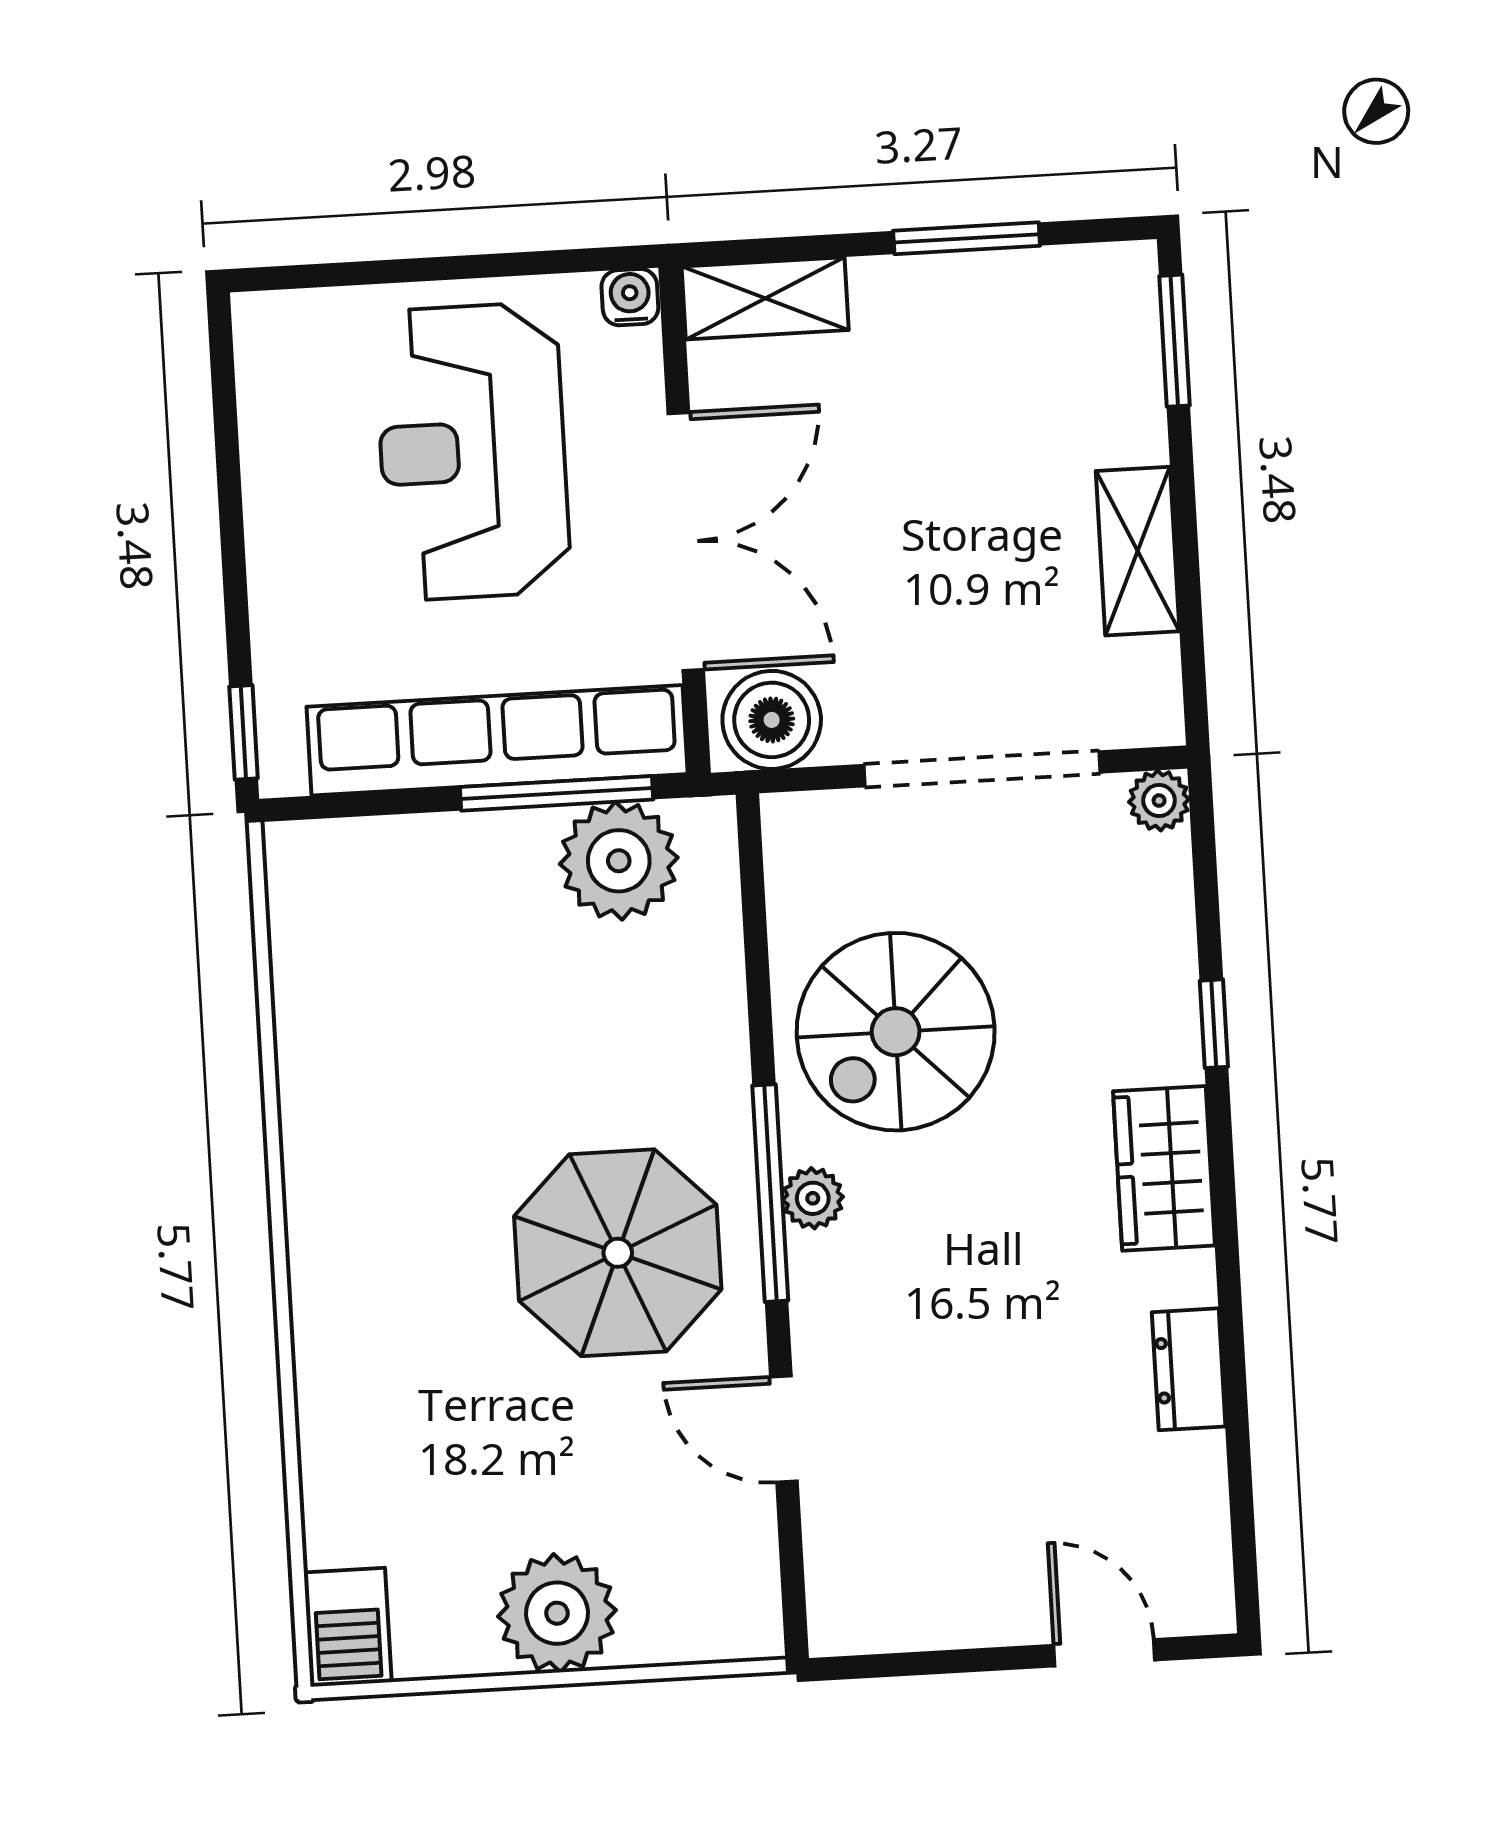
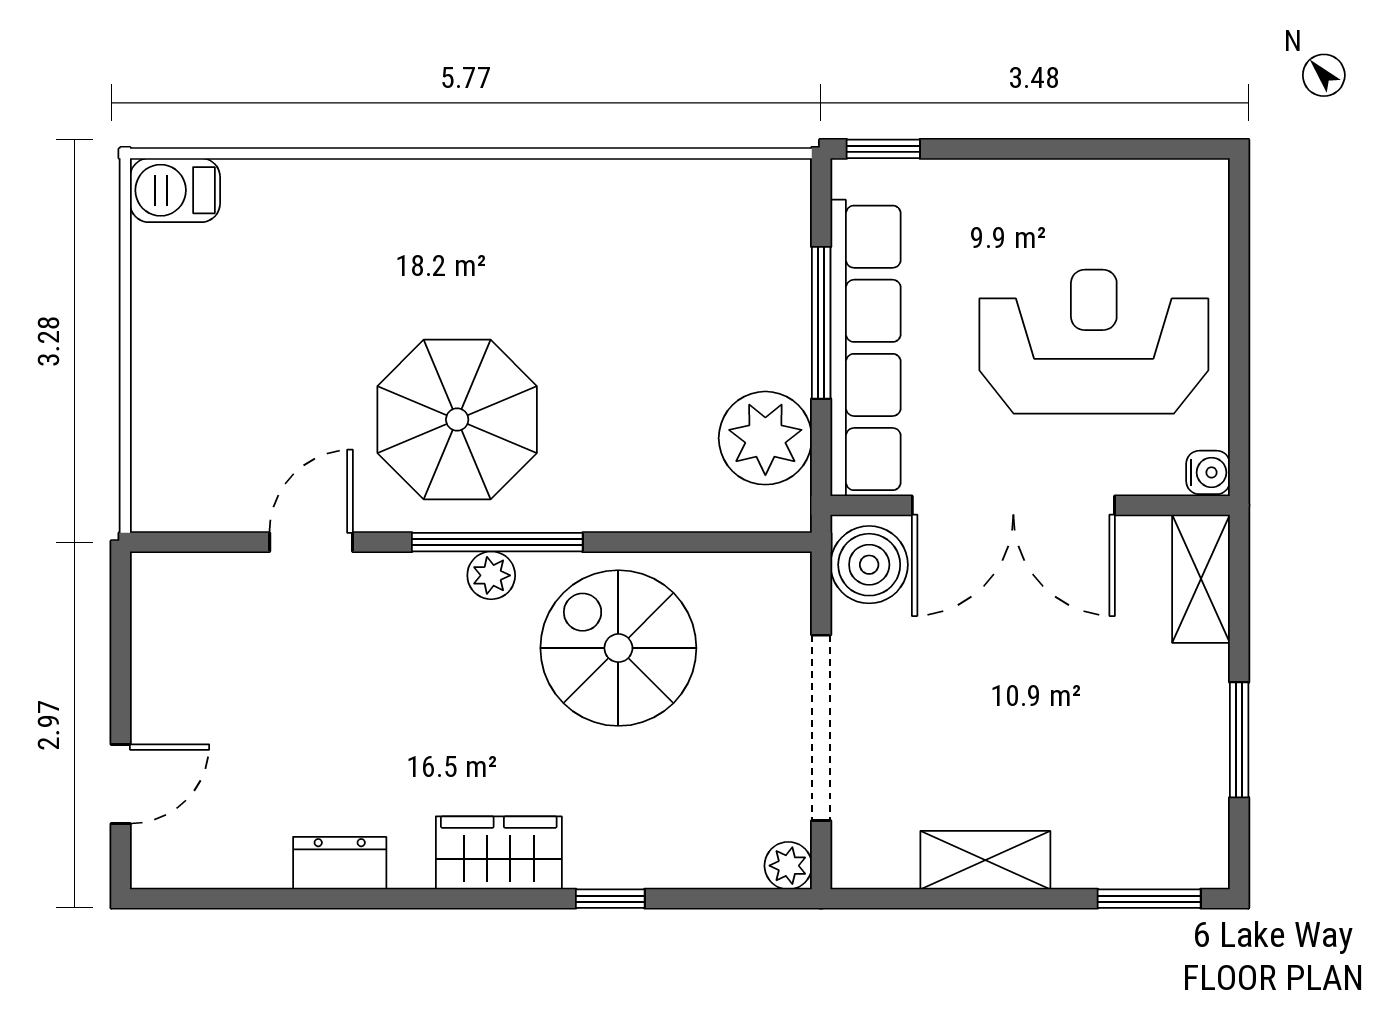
window: (557, 793) -> (821, 323), moved
plant: (557, 1613) -> (177, 355), removed

